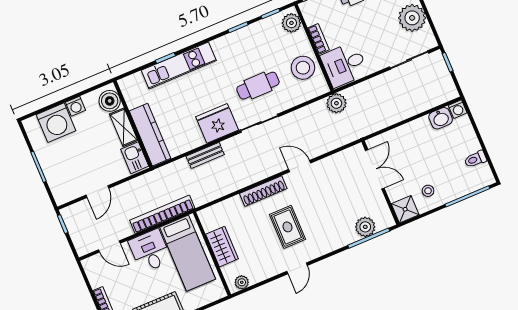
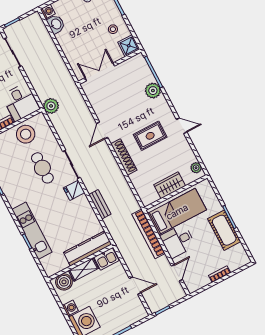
fridge: (217, 123) -> (74, 190), width x0.53, depth x0.75
plant: (365, 227) -> (153, 91), moved

